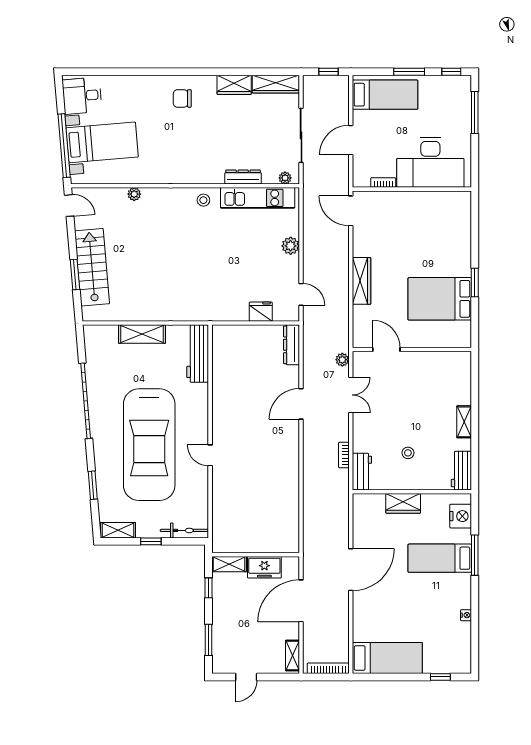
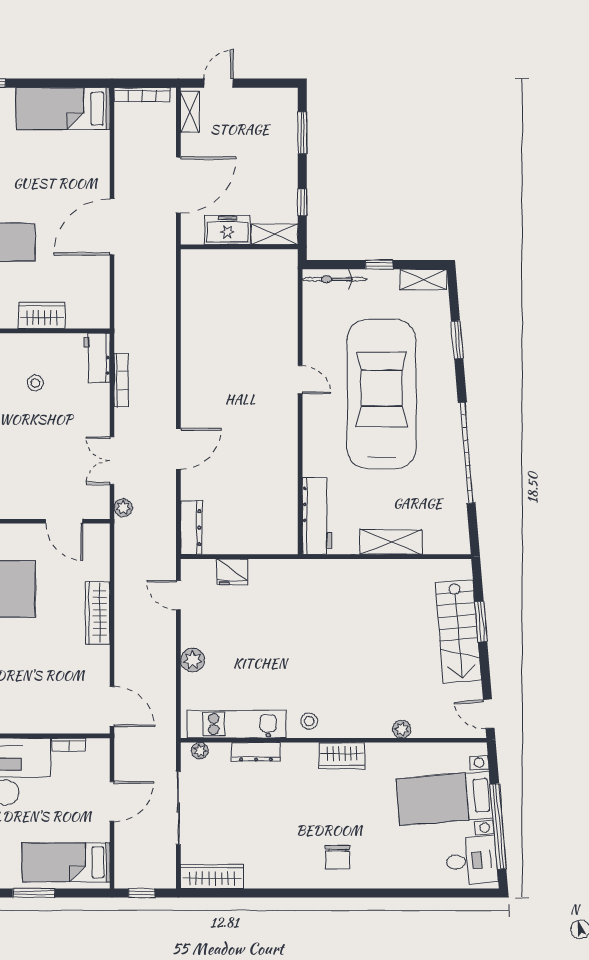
wardrobe: (234, 85) -> (342, 756), moved, turned 180
chair: (182, 98) -> (337, 857), turned 90
window: (64, 146) -> (498, 827), moved
bookcase: (344, 455) -> (121, 380), width x1.56
door: (246, 677) -> (218, 83), moved

